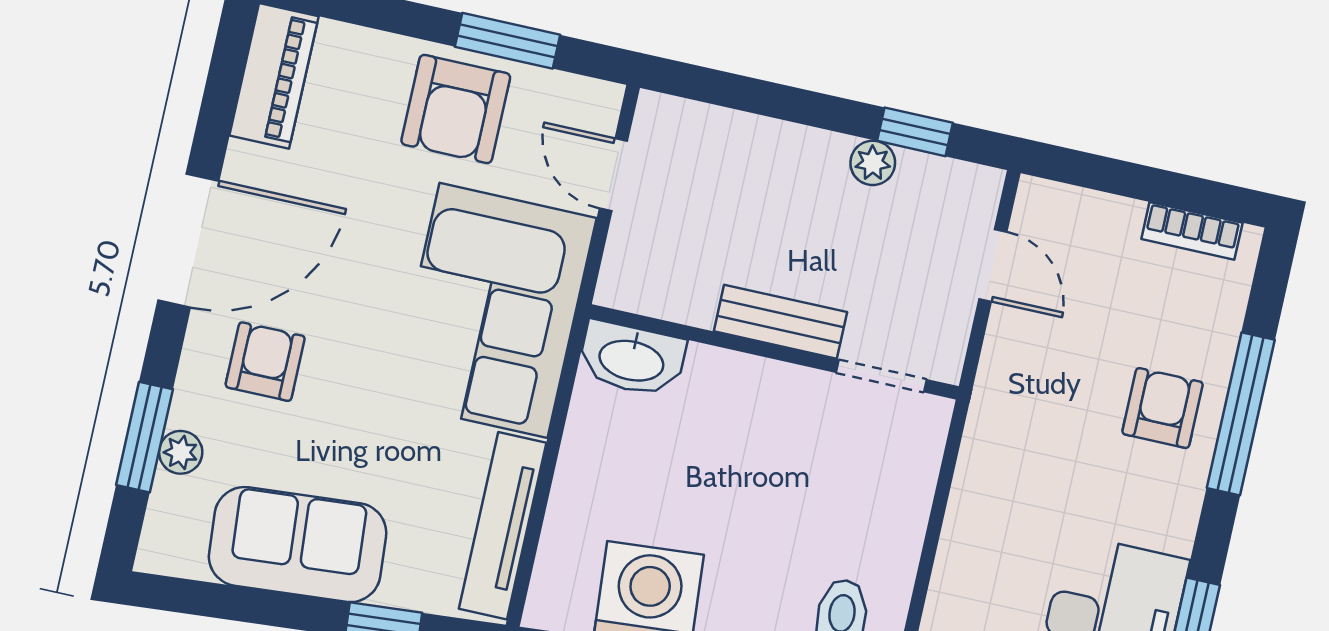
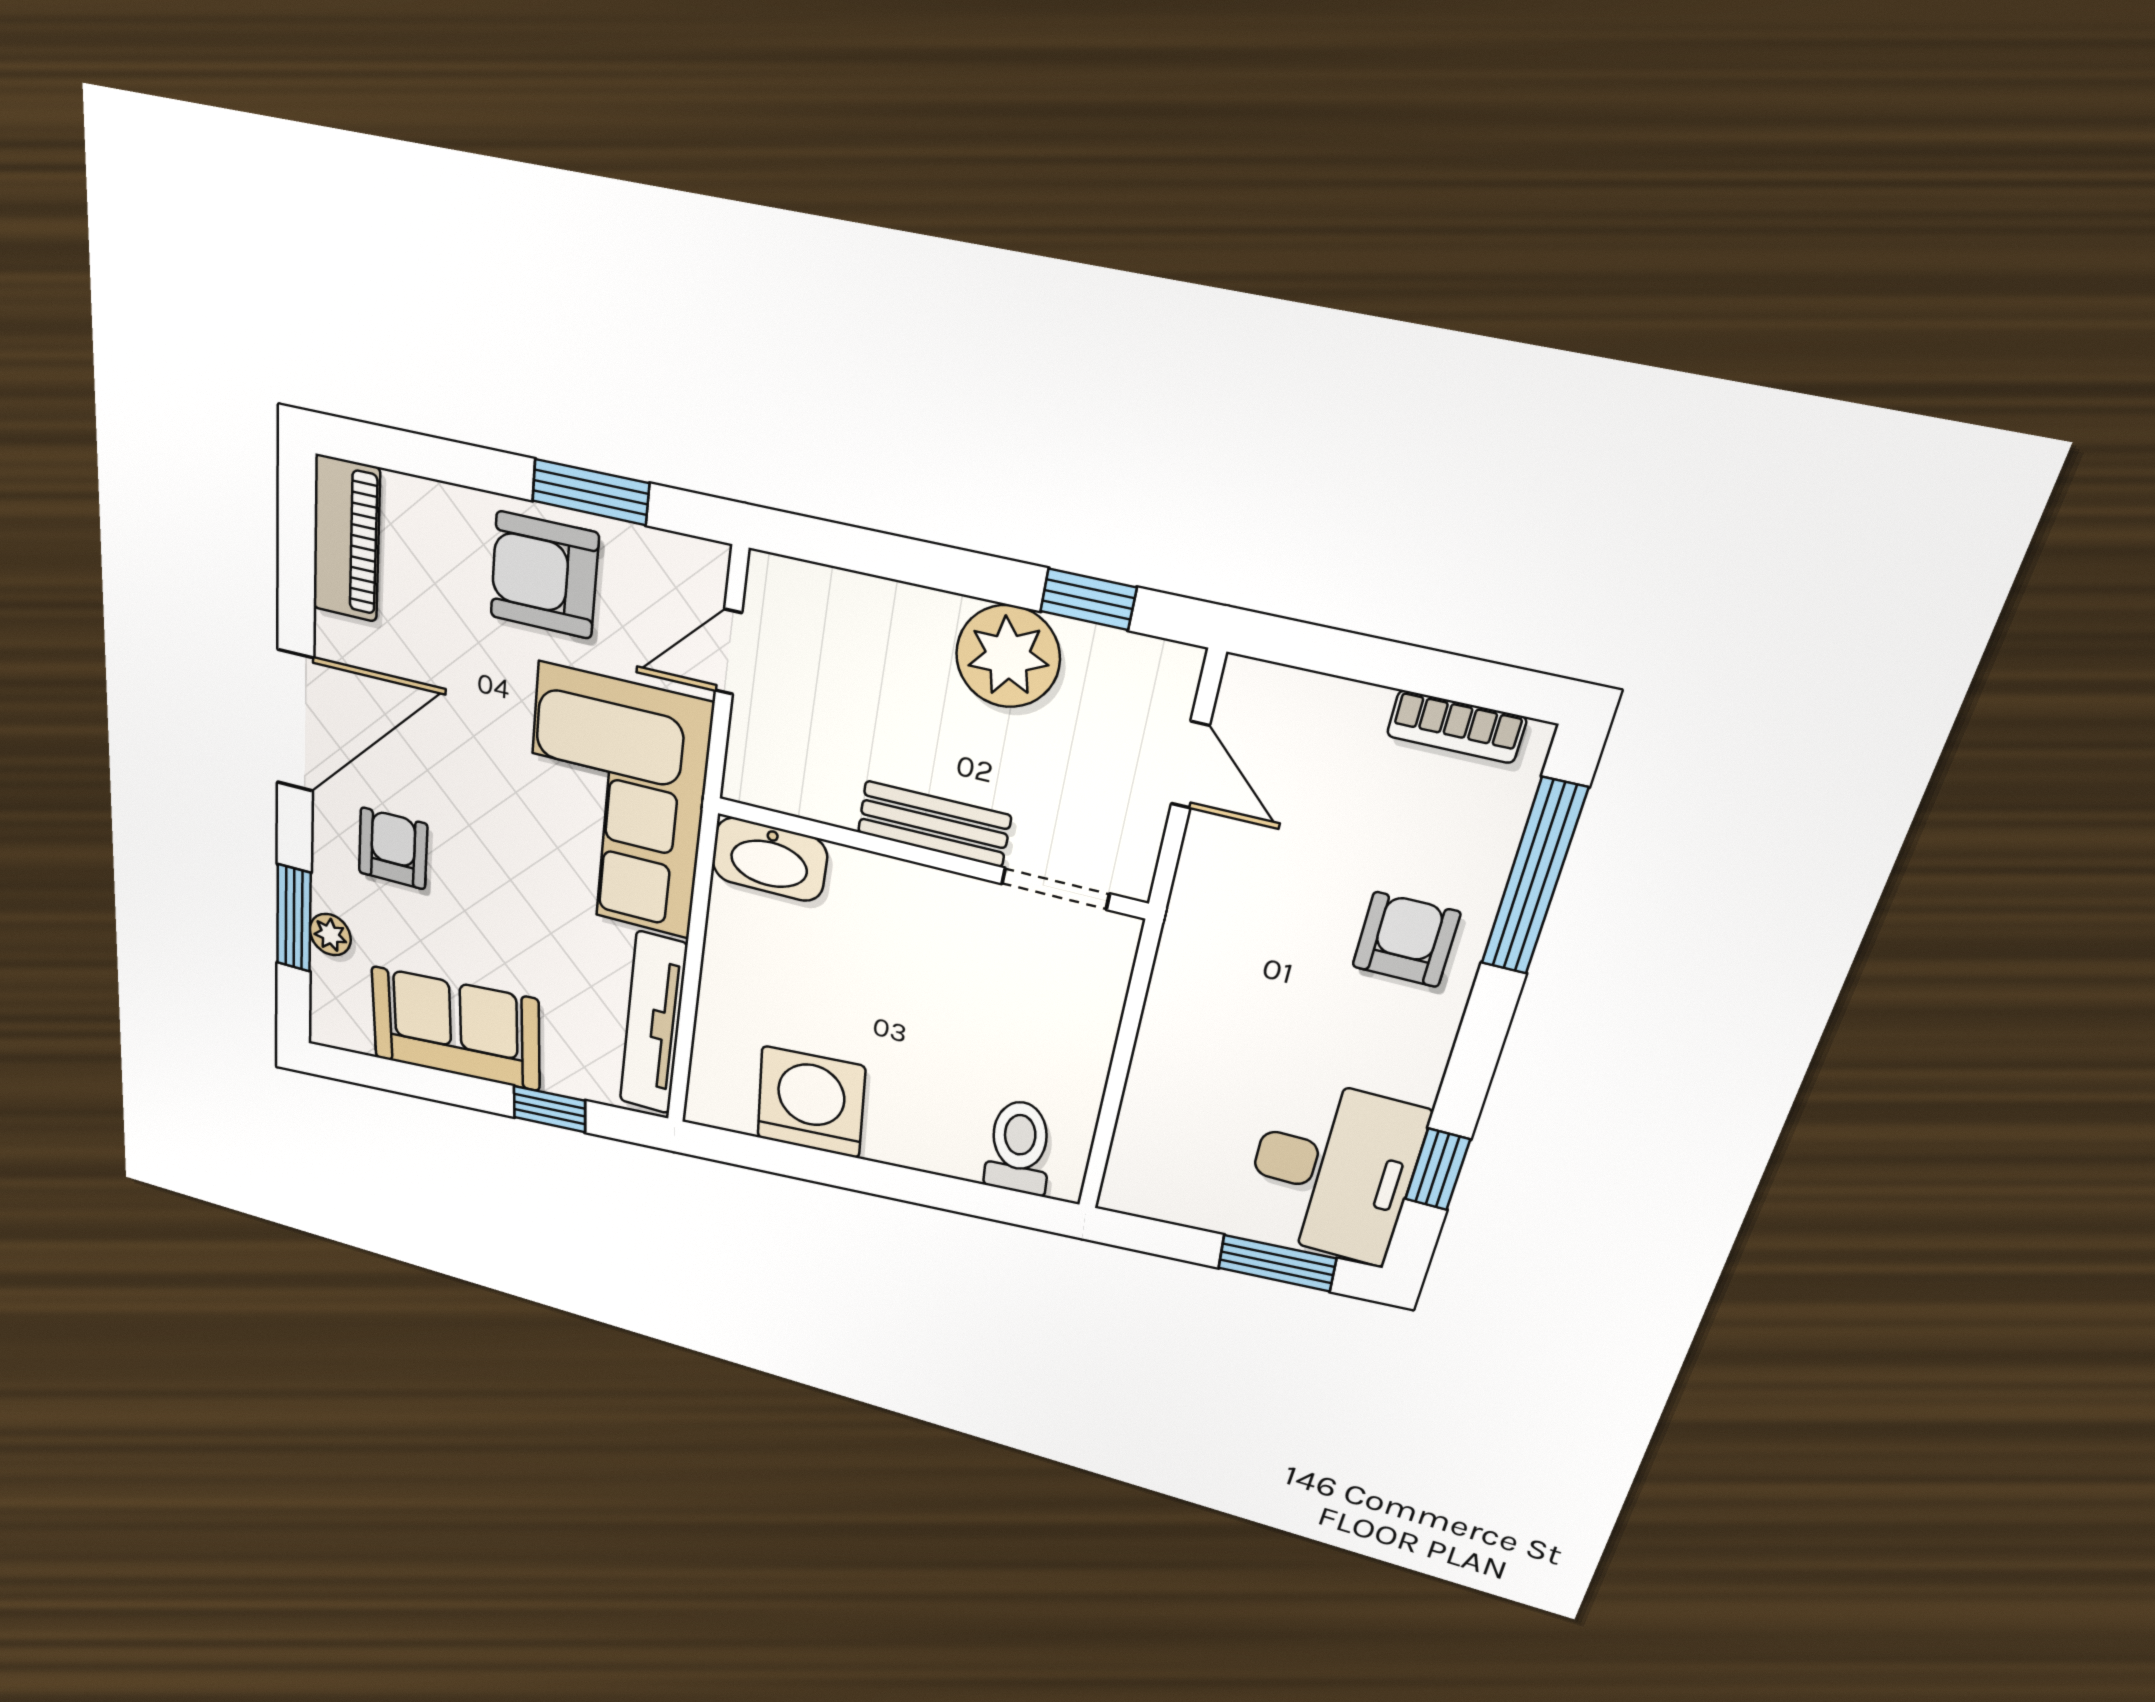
armchair: (456, 109) -> (544, 575), turned 90
plant: (873, 163) -> (1008, 656), width x1.87, depth x1.87
door: (613, 175) -> (728, 652), hinge flipped
window: (1241, 414) -> (1534, 877), moved

